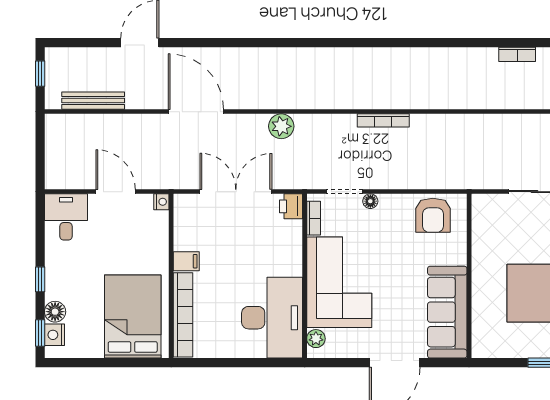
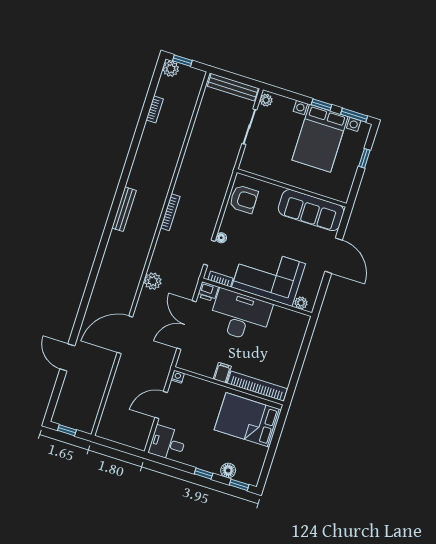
bench: (93, 101) -> (124, 209), moved
desk: (272, 318) -> (240, 316), moved
nightstand: (54, 335) -> (243, 476), removed

